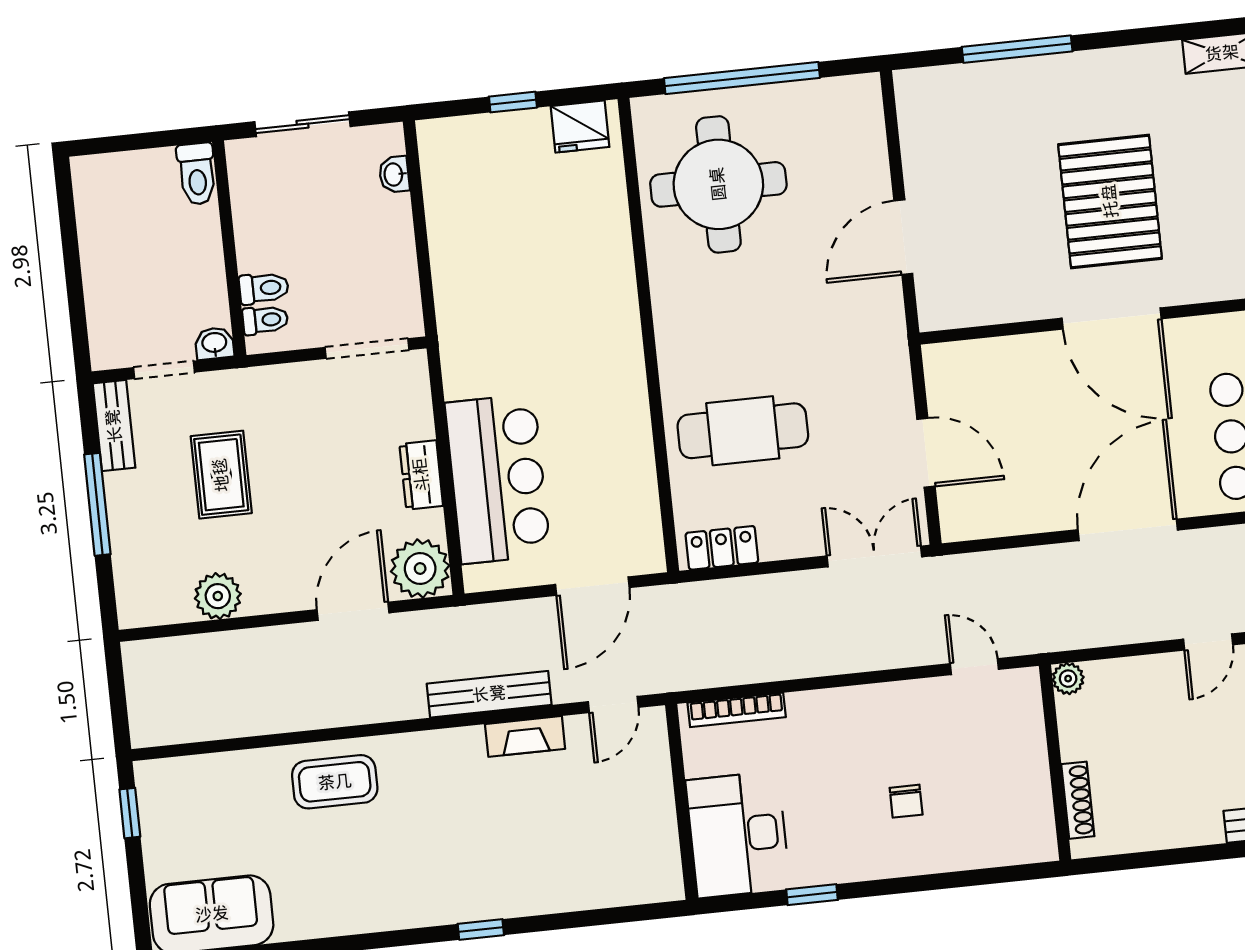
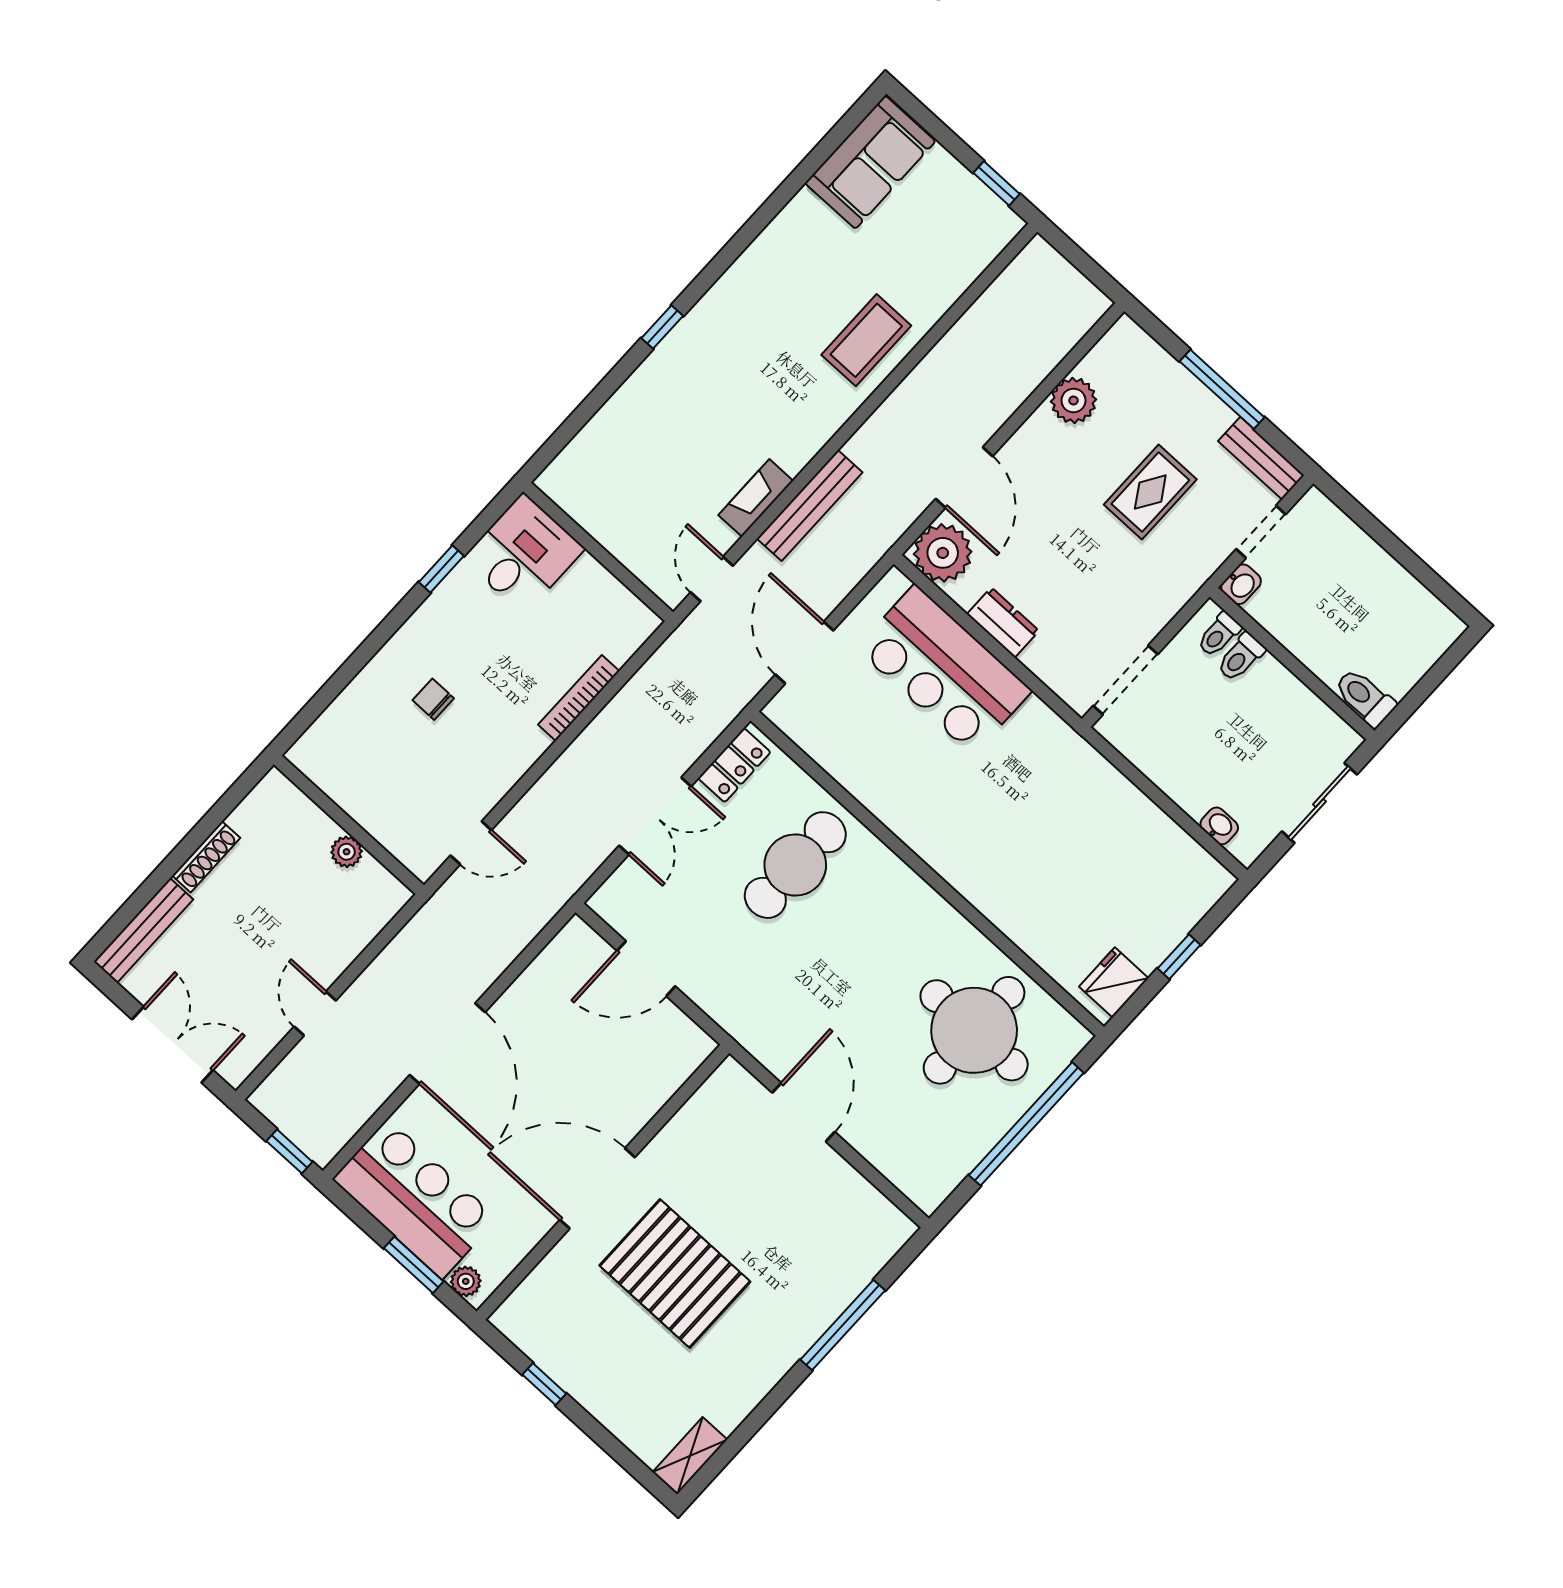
rug: (221, 475) -> (1150, 492), turned 90
double door: (874, 556) -> (655, 816), moved
plant: (1068, 679) -> (347, 852), moved
bookcase: (737, 710) -> (579, 698), moved
shoe rack: (1078, 800) -> (206, 857), moved, turned -90
desk: (738, 835) -> (523, 554), width x0.73

